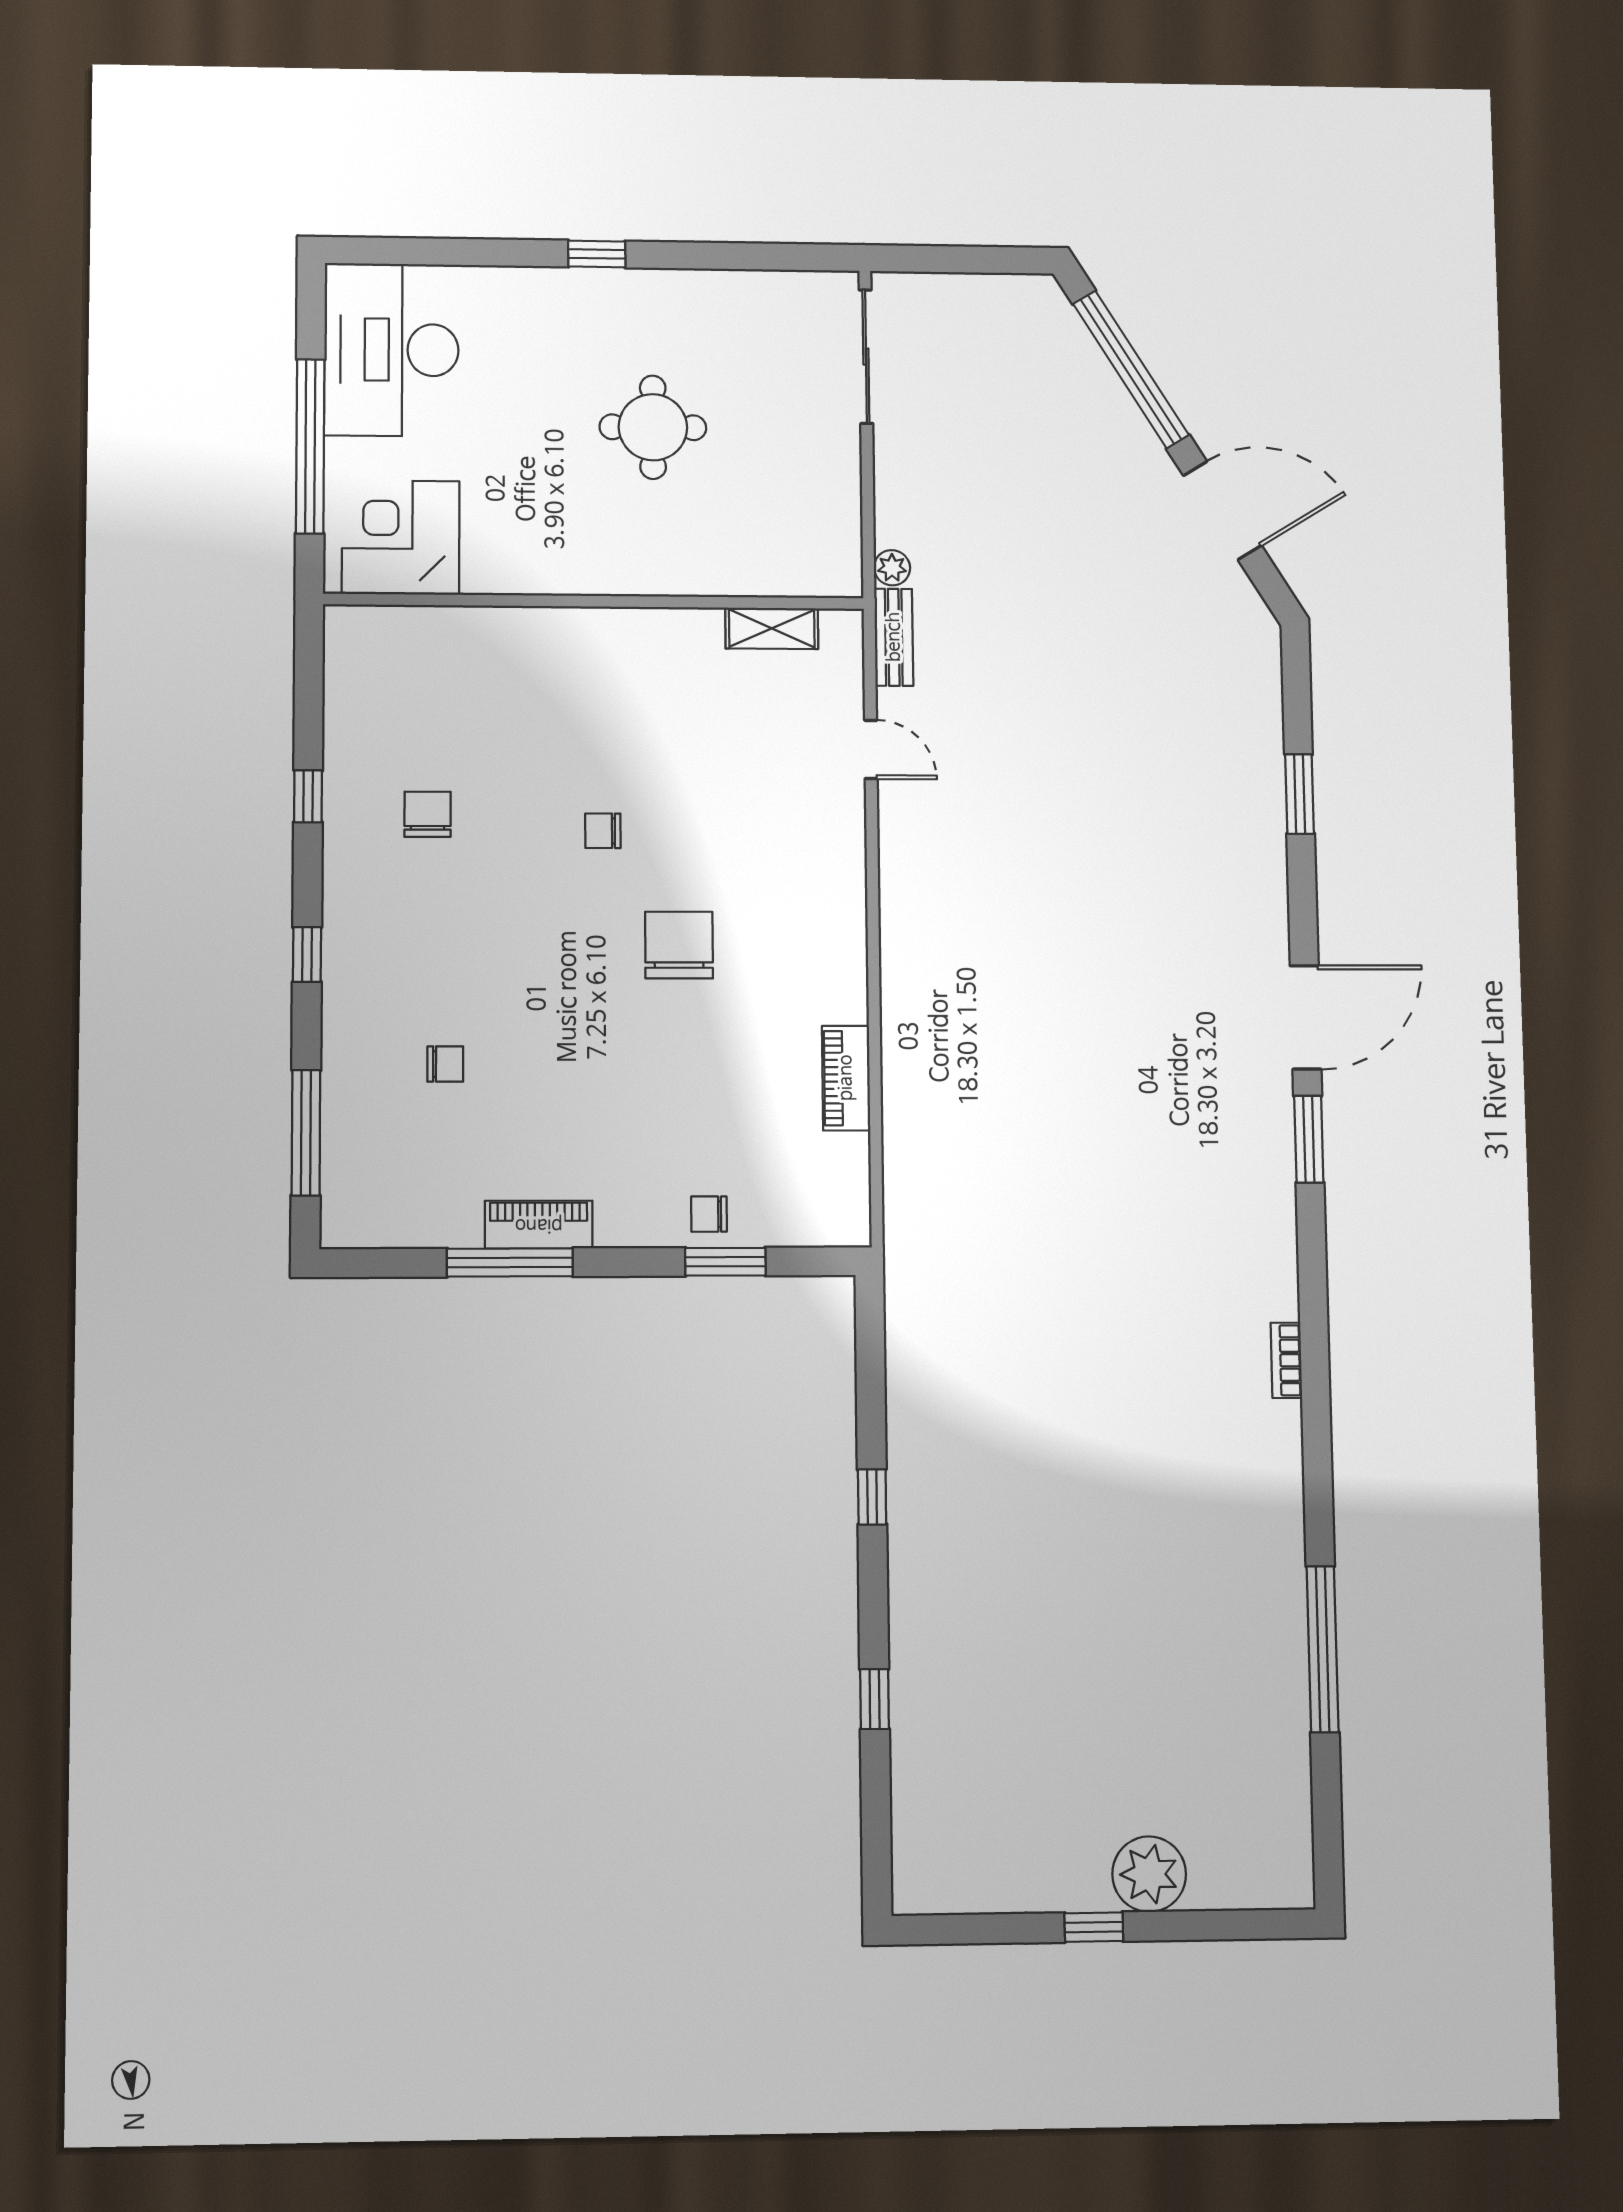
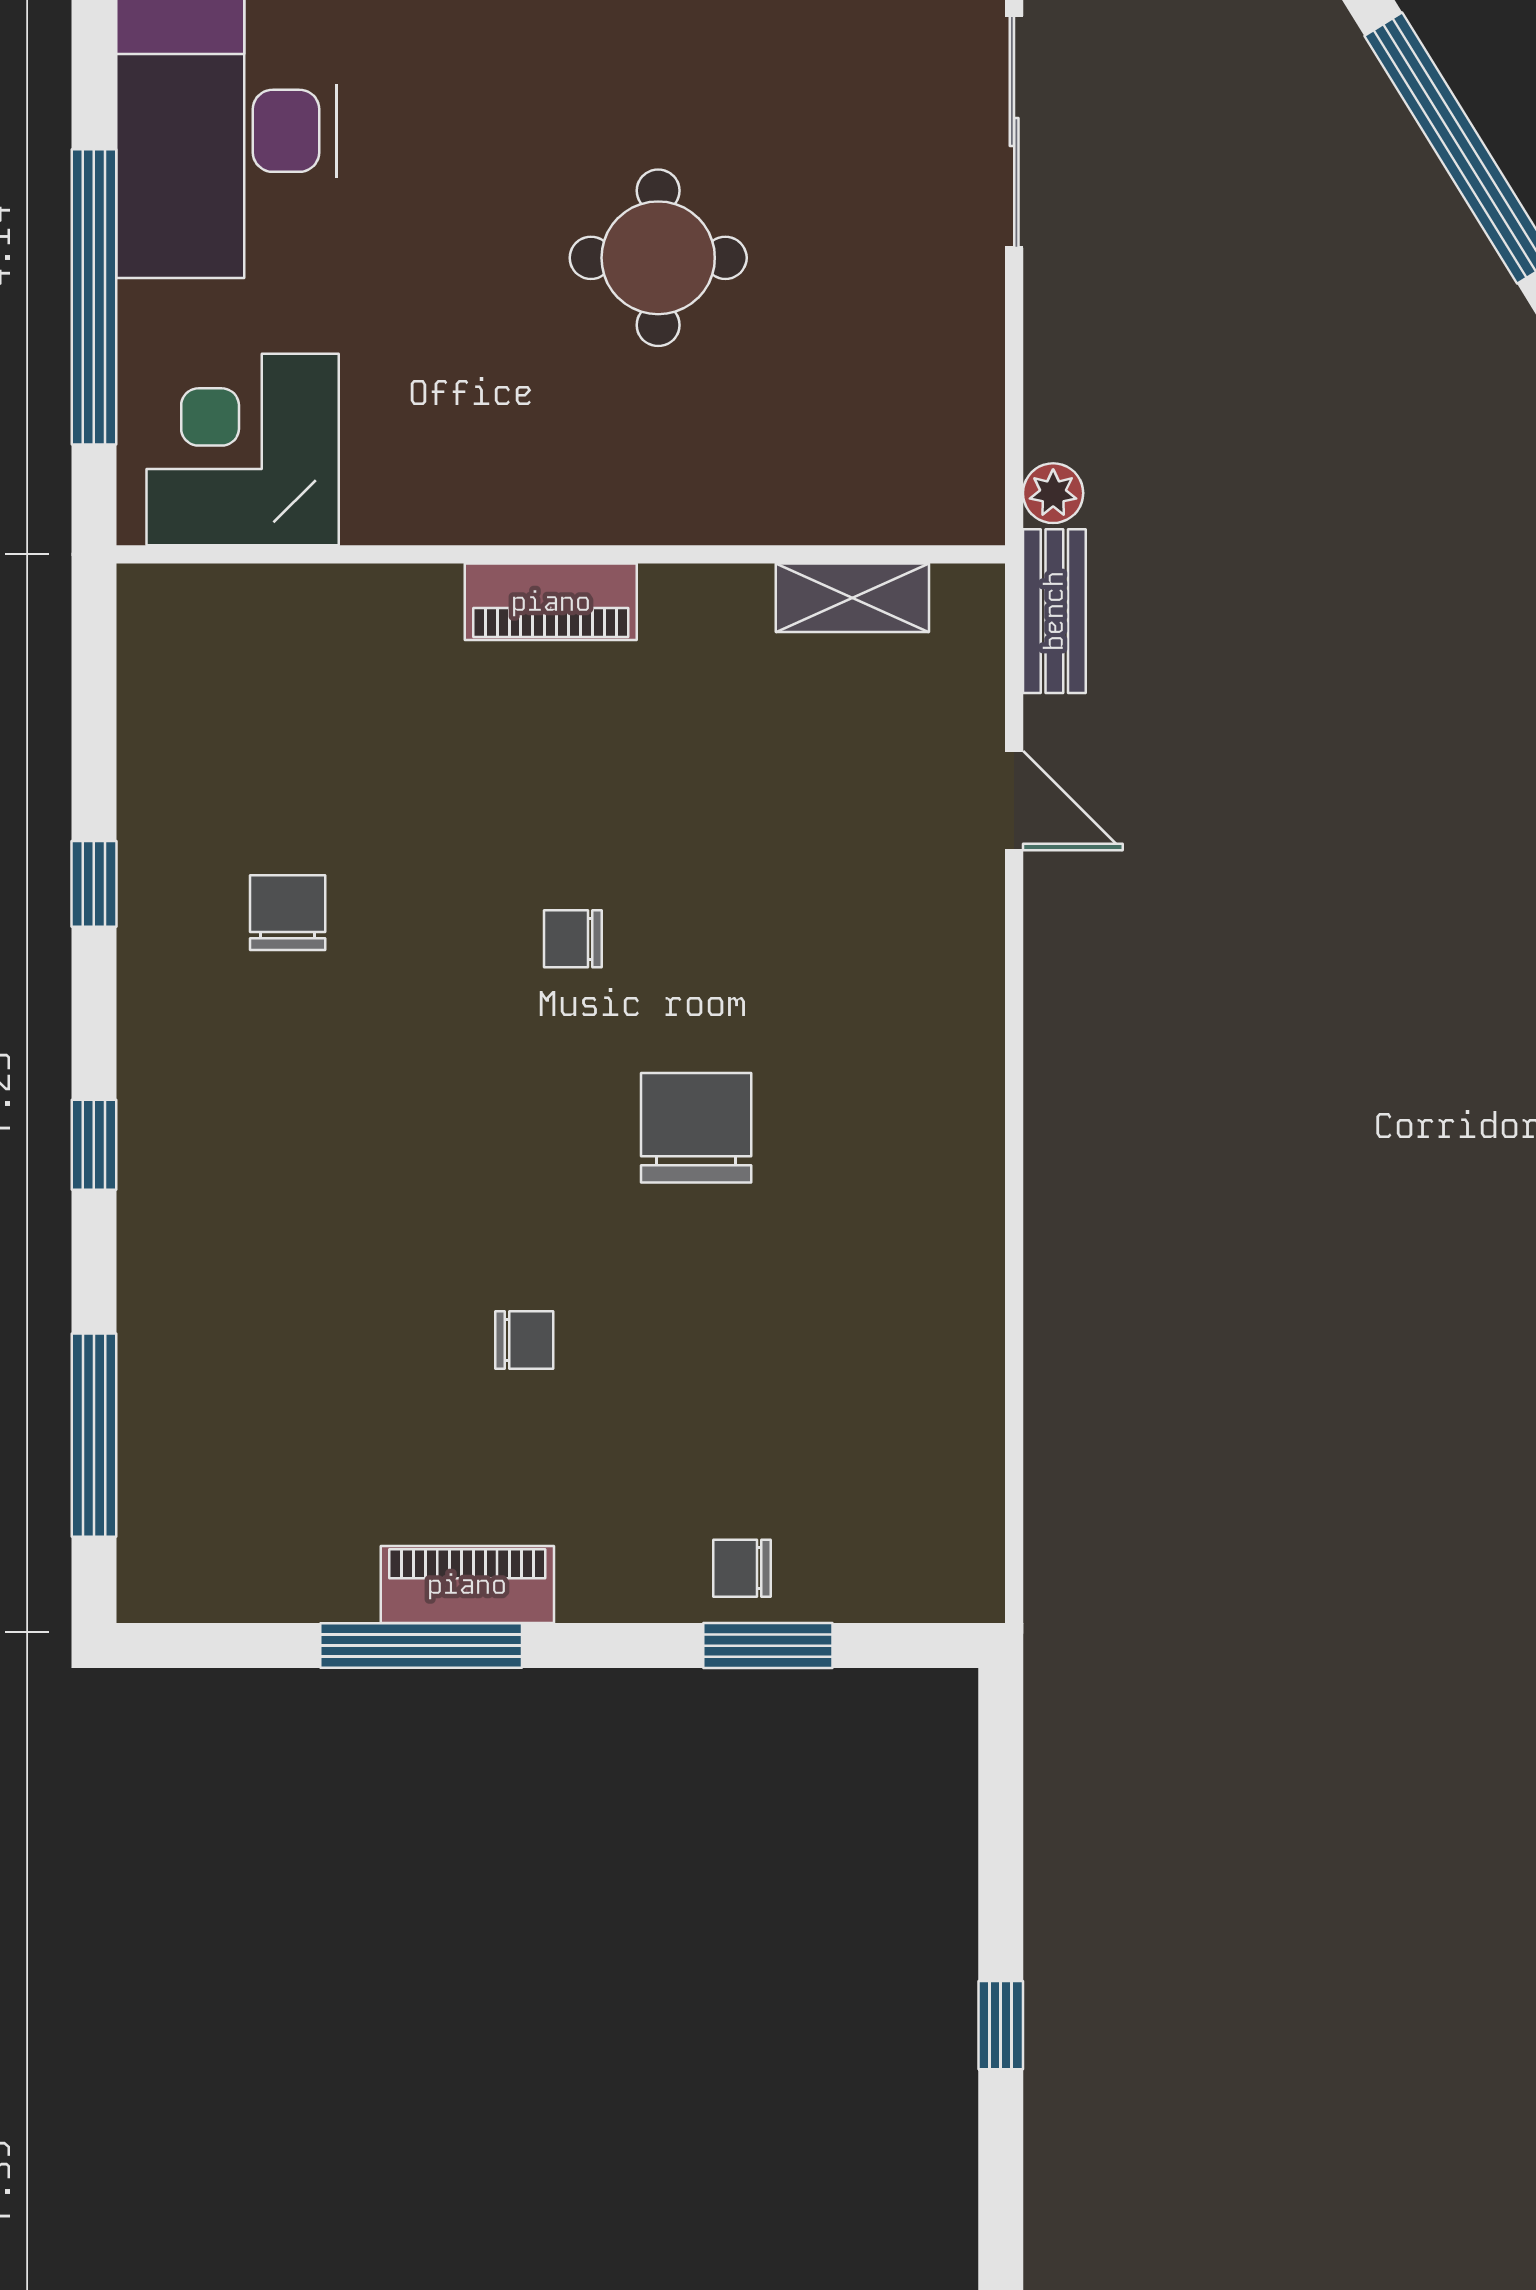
chair: (445, 1064) -> (524, 1340), moved
piano: (846, 1078) -> (551, 602), moved, turned -90

